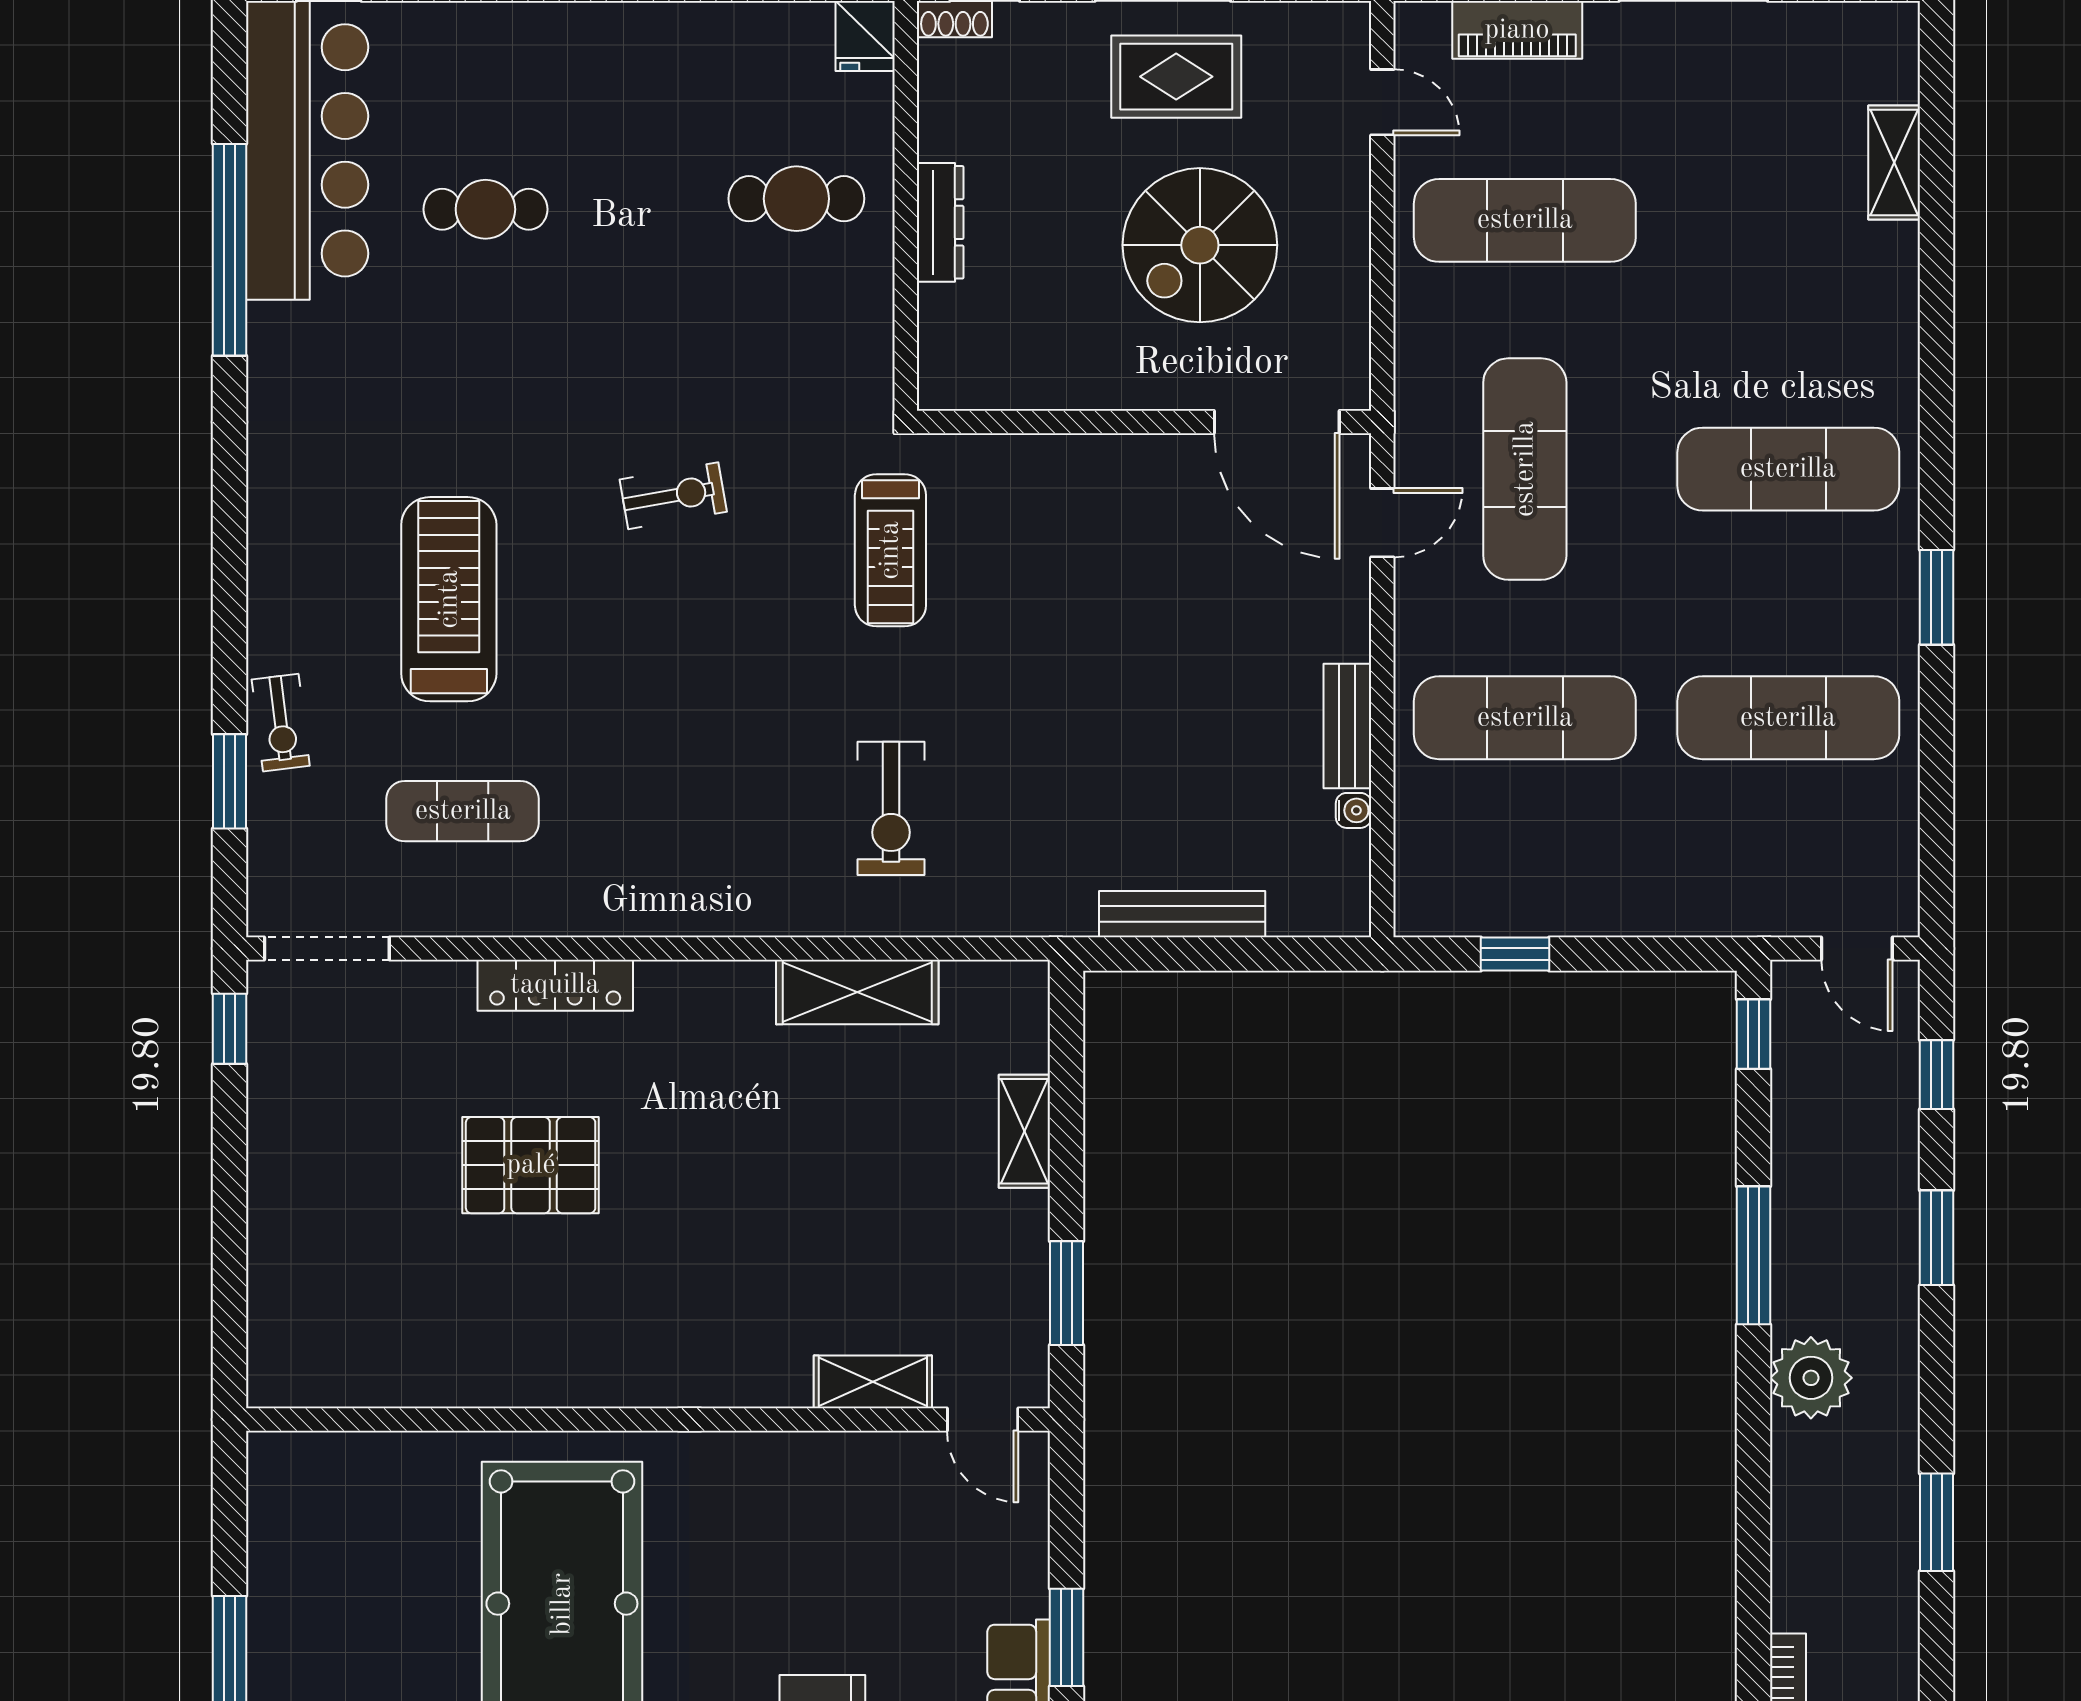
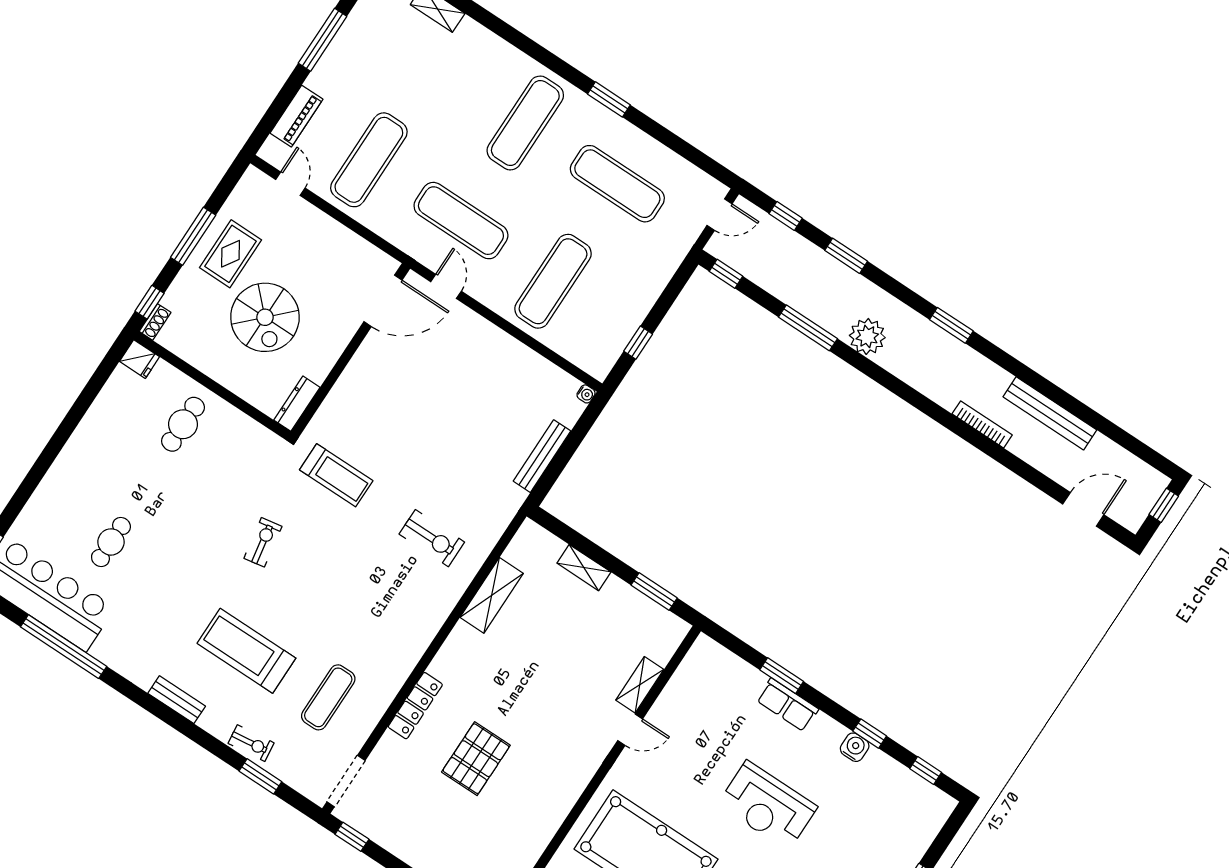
door: (1382, 102) -> (290, 184), hinge flipped
dresser: (940, 222) -> (297, 404), moved, turned -90
spiral stairs: (1200, 245) -> (265, 317), moved
exercise mat: (1788, 718) -> (617, 184), turned 90
bench: (1347, 726) -> (177, 700), moved
water cooler: (1354, 810) -> (586, 394), moved, turned 90
door: (983, 1419) -> (630, 730), moved

